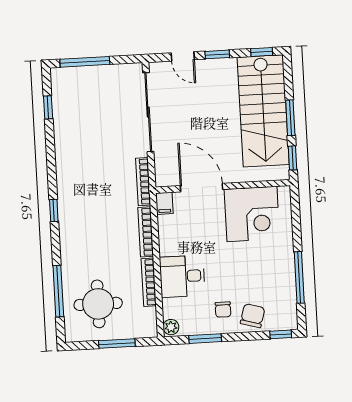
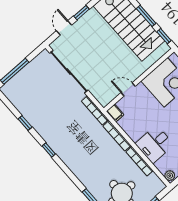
door: (183, 56) -> (64, 28), swing flipped
window: (48, 107) -> (25, 123), moved
door: (201, 188) -> (128, 89), width x0.53
window: (54, 211) -> (49, 150), moved

